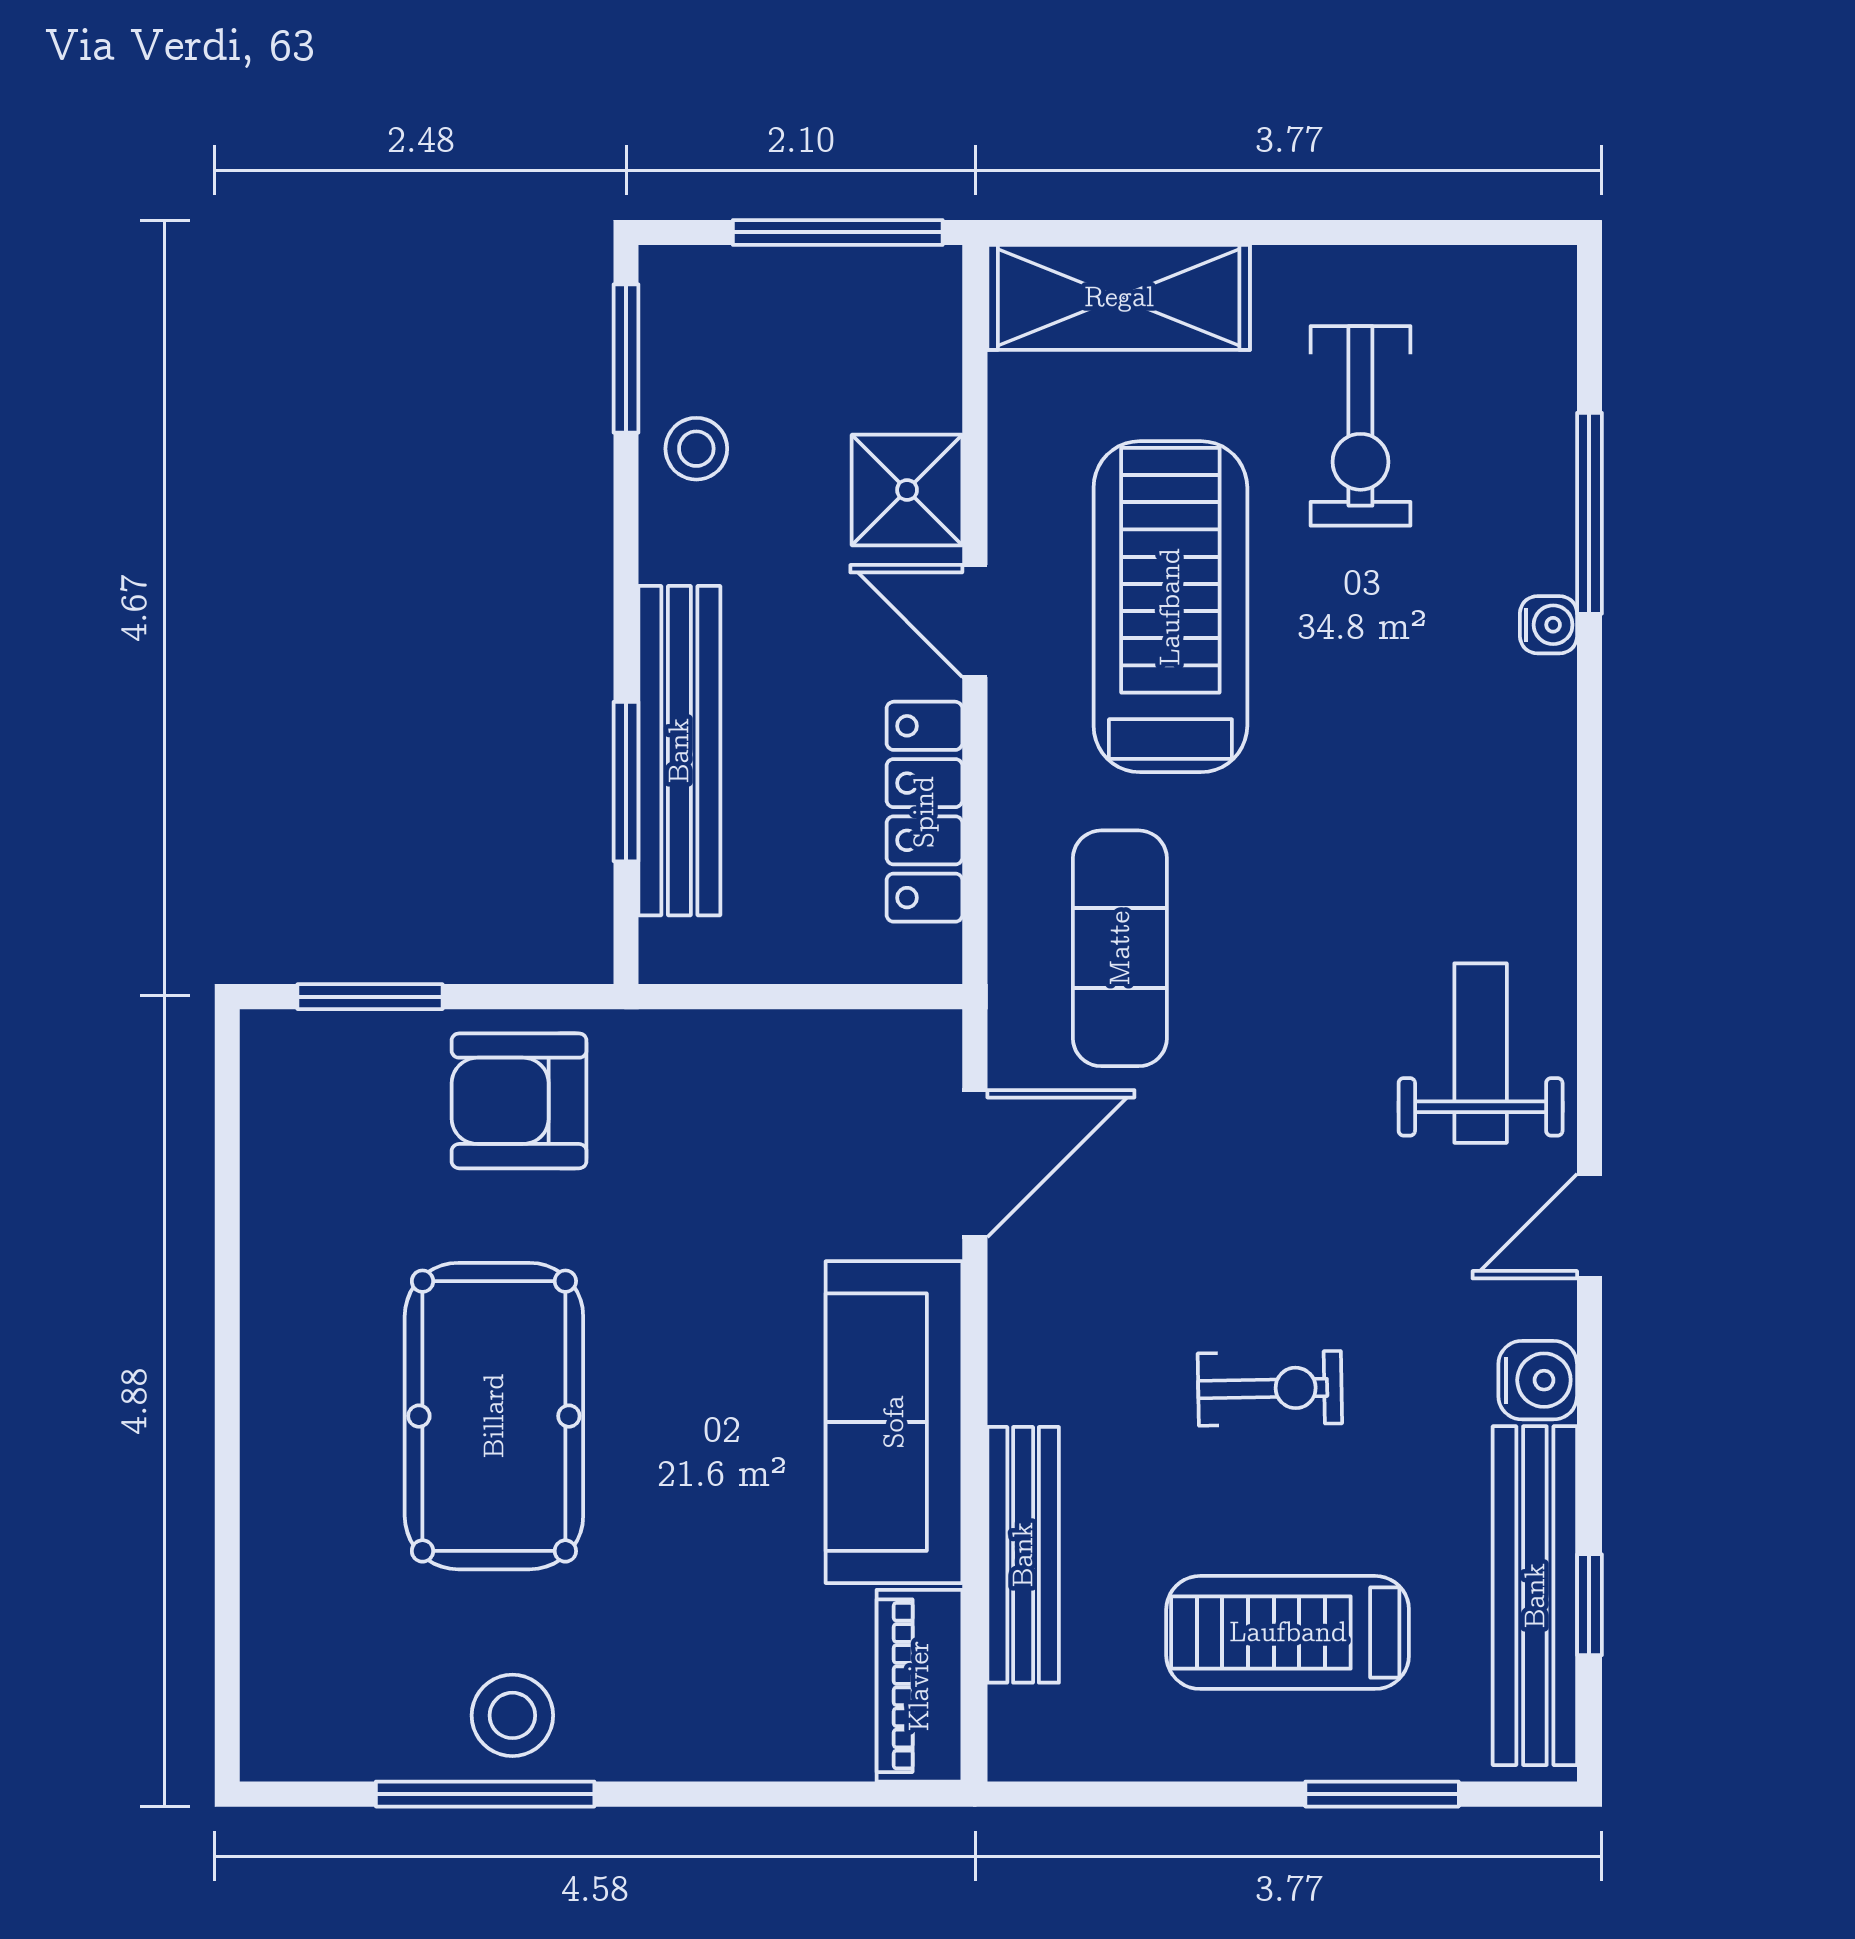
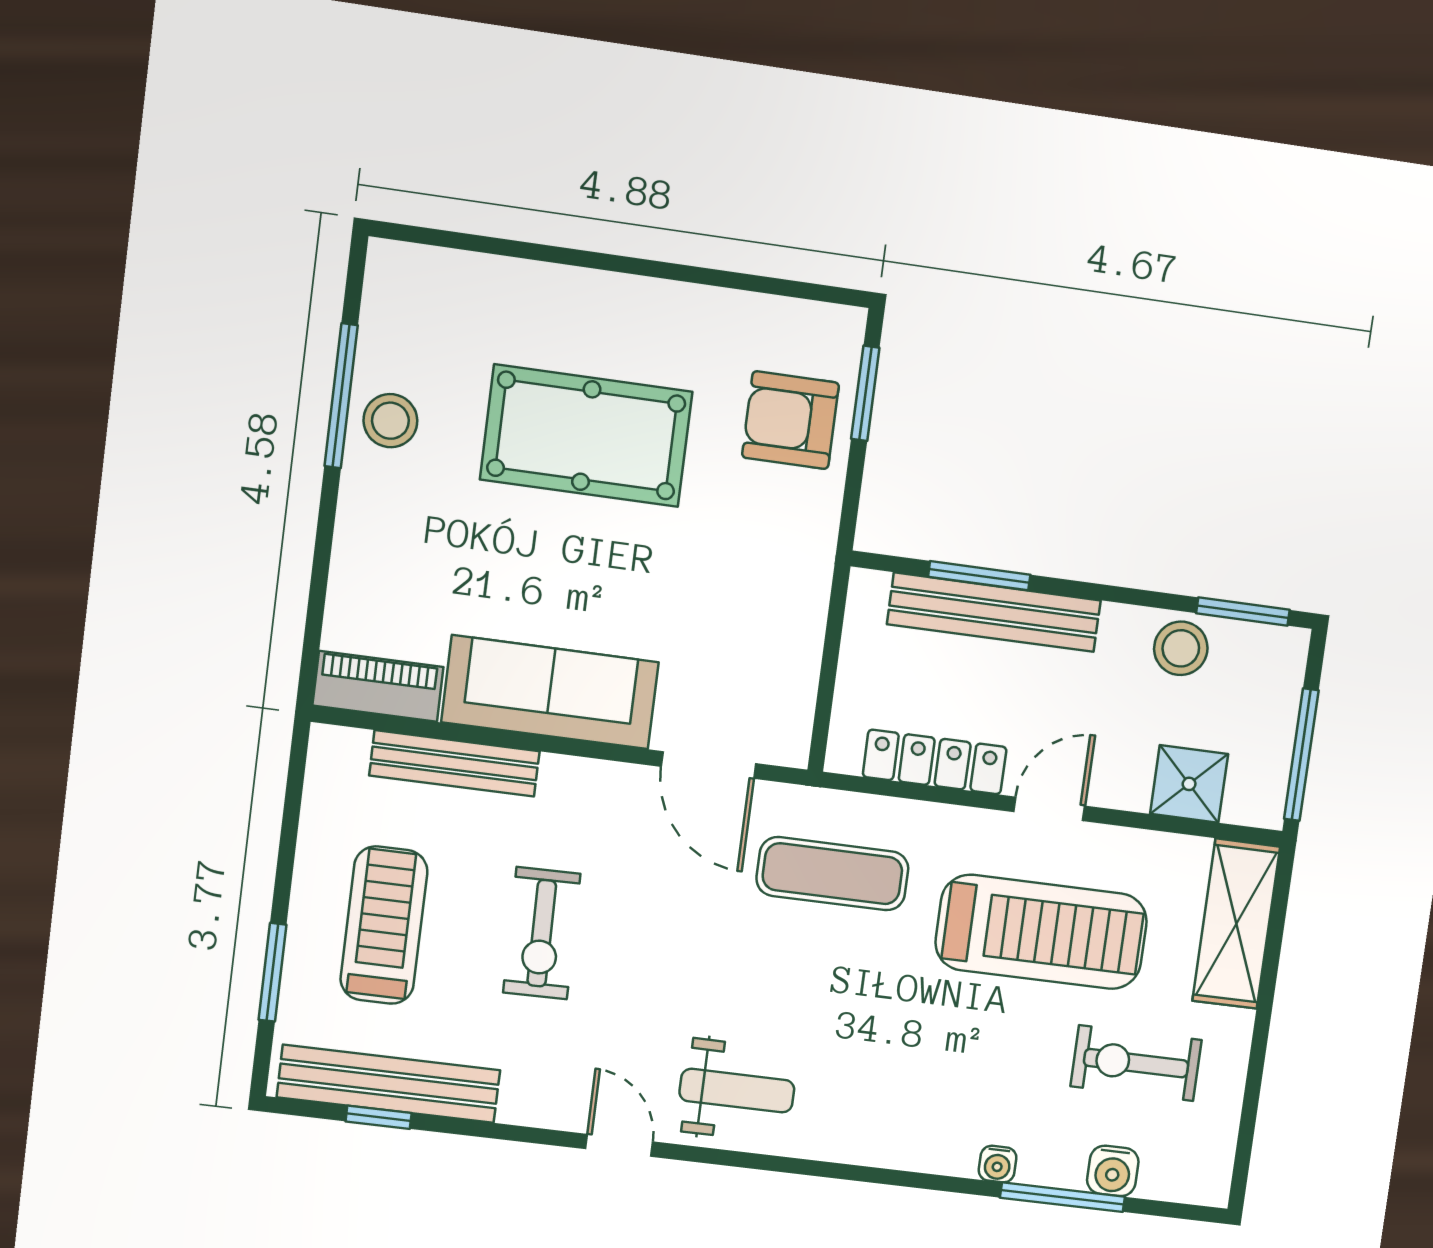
stool: (696, 449) -> (1181, 648), width x1.37, depth x1.37
shower: (907, 490) -> (1189, 784), moved
armchair: (519, 1101) -> (790, 420), moved, turned -90
water cooler: (1538, 1380) -> (1113, 1171), moved
exercise bike: (1270, 1388) -> (542, 933), width x1.38, depth x1.39

